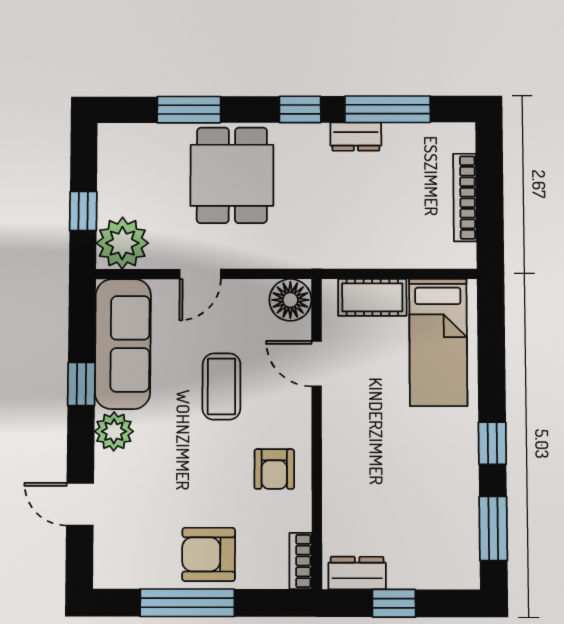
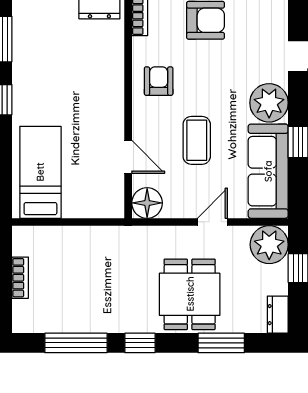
dresser: (356, 137) -> (278, 315), moved, turned -90
bookcase: (465, 198) -> (20, 278), width x0.64
cot: (372, 297) -> (88, 205), removed
plant: (114, 431) -> (269, 103), width x1.36, depth x1.36

